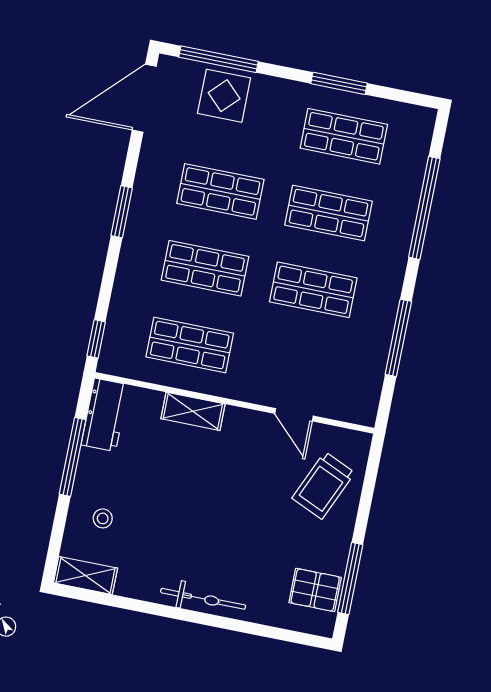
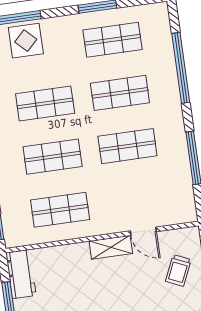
shelving: (193, 411) -> (111, 247), moved
trolley: (323, 486) -> (178, 270), width x0.73, depth x0.72

